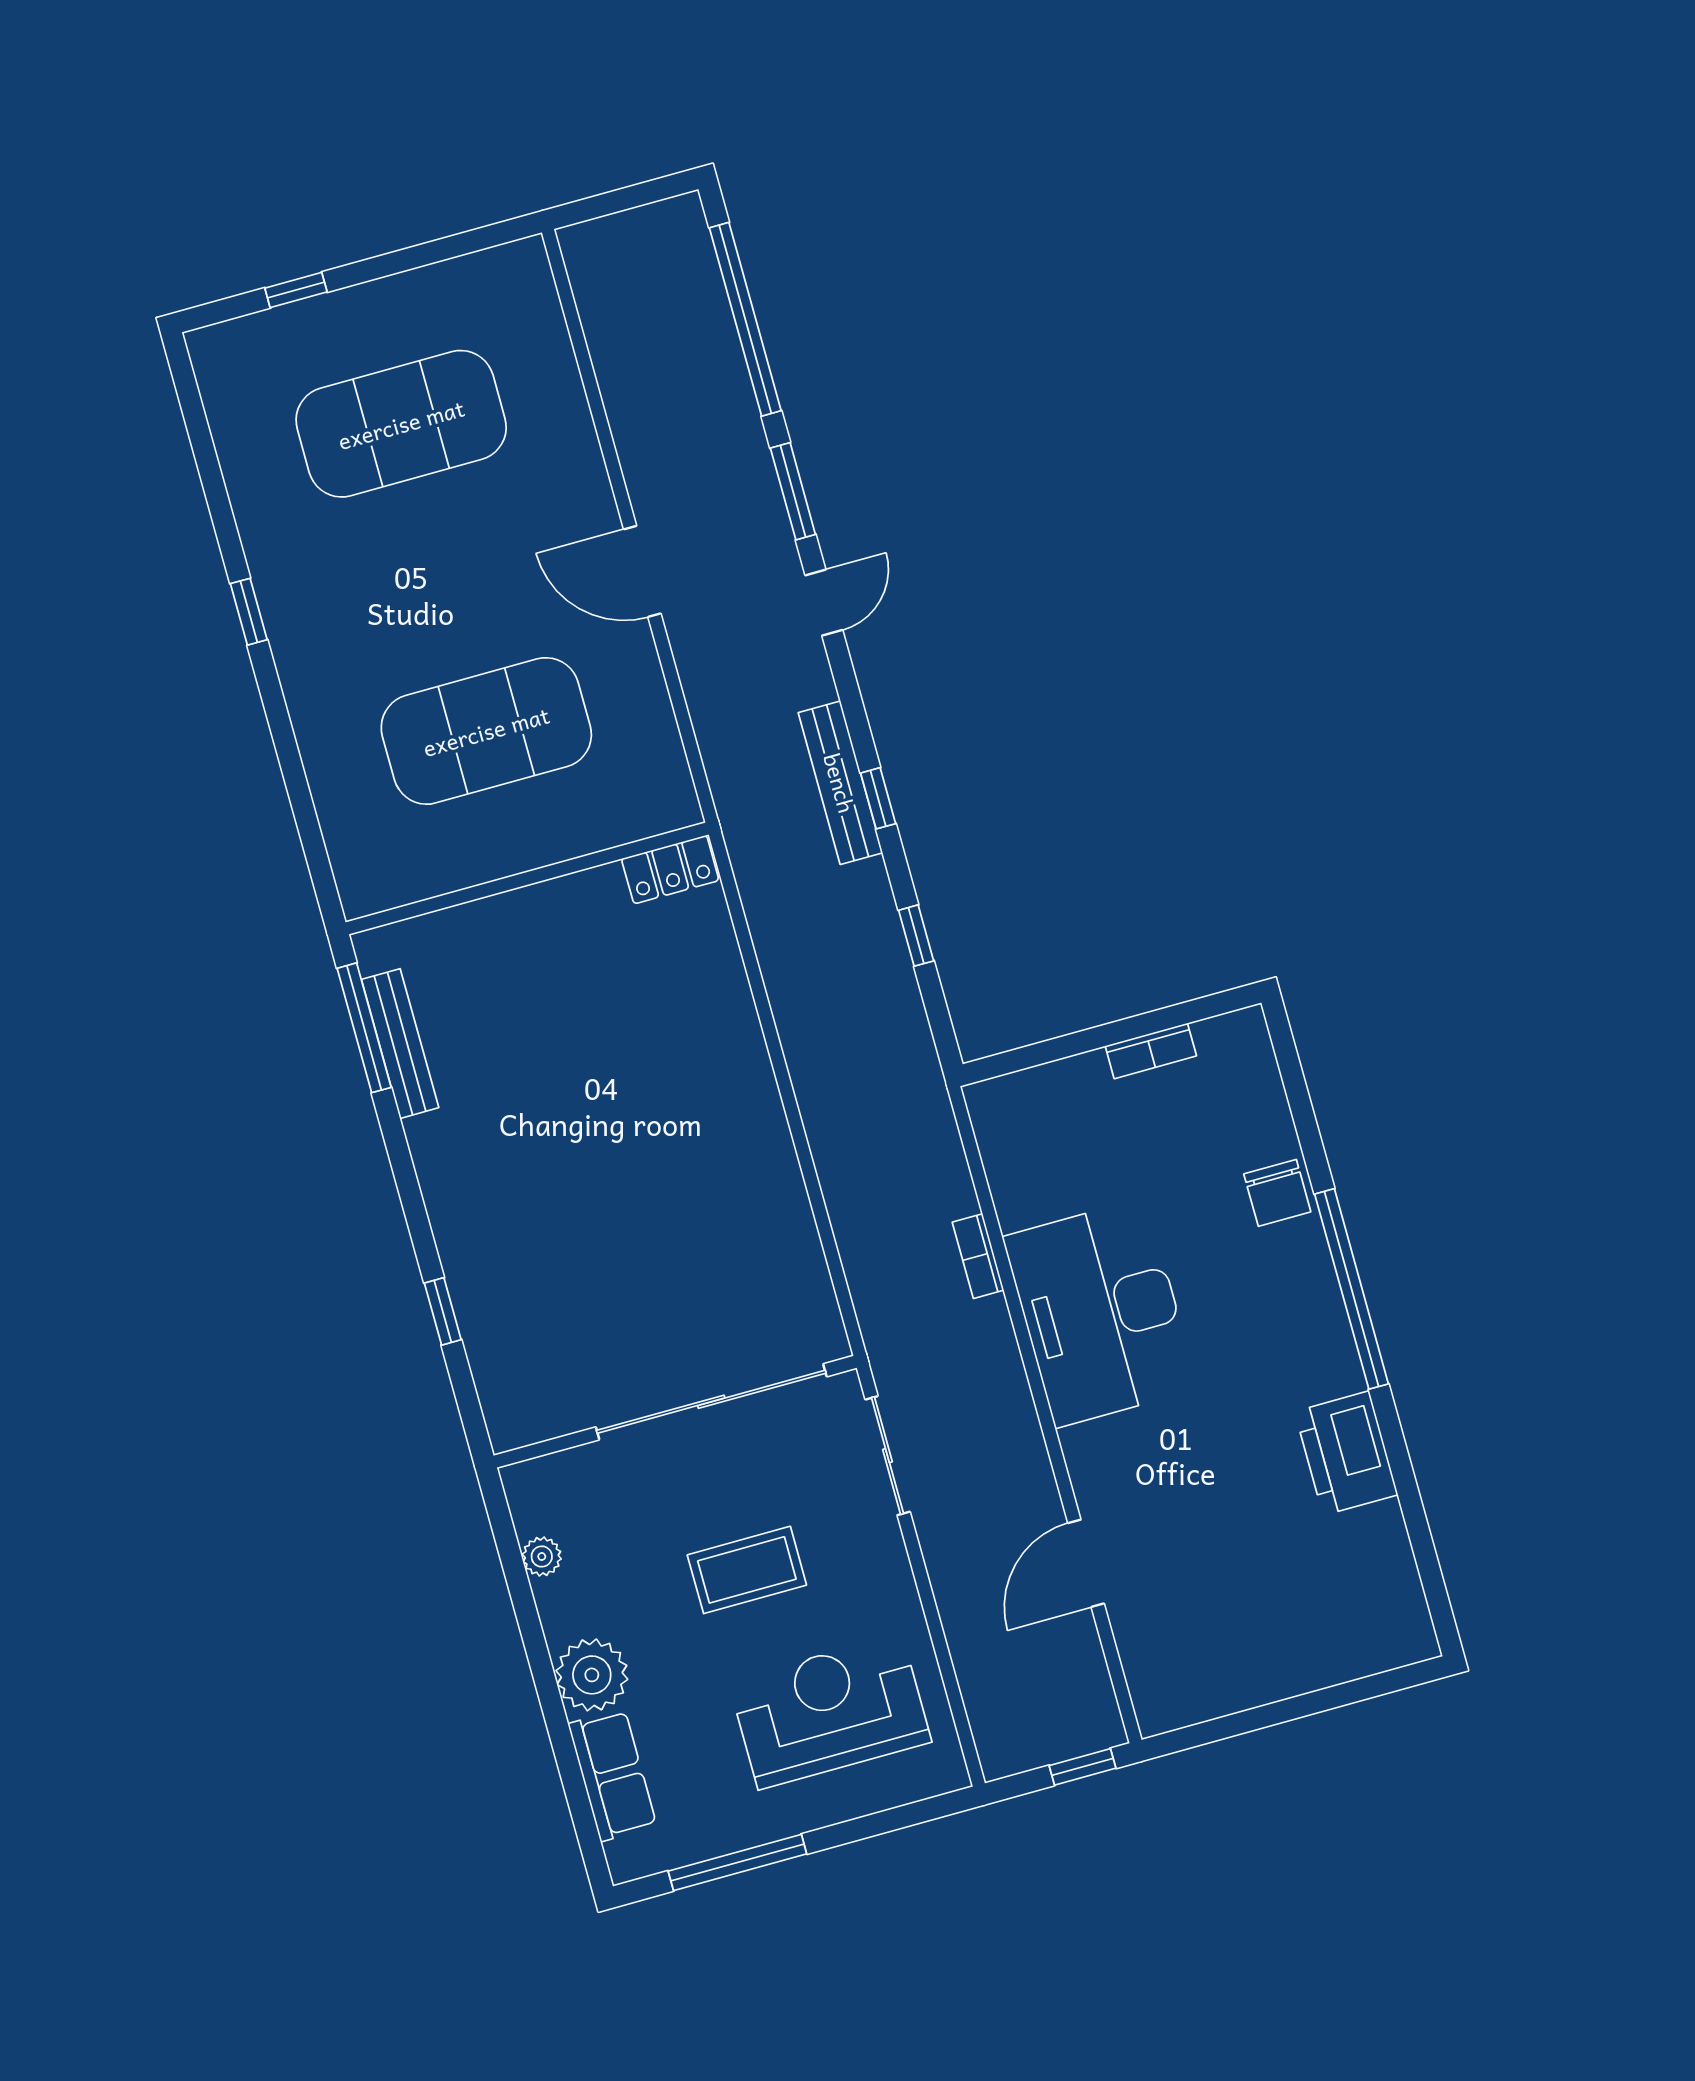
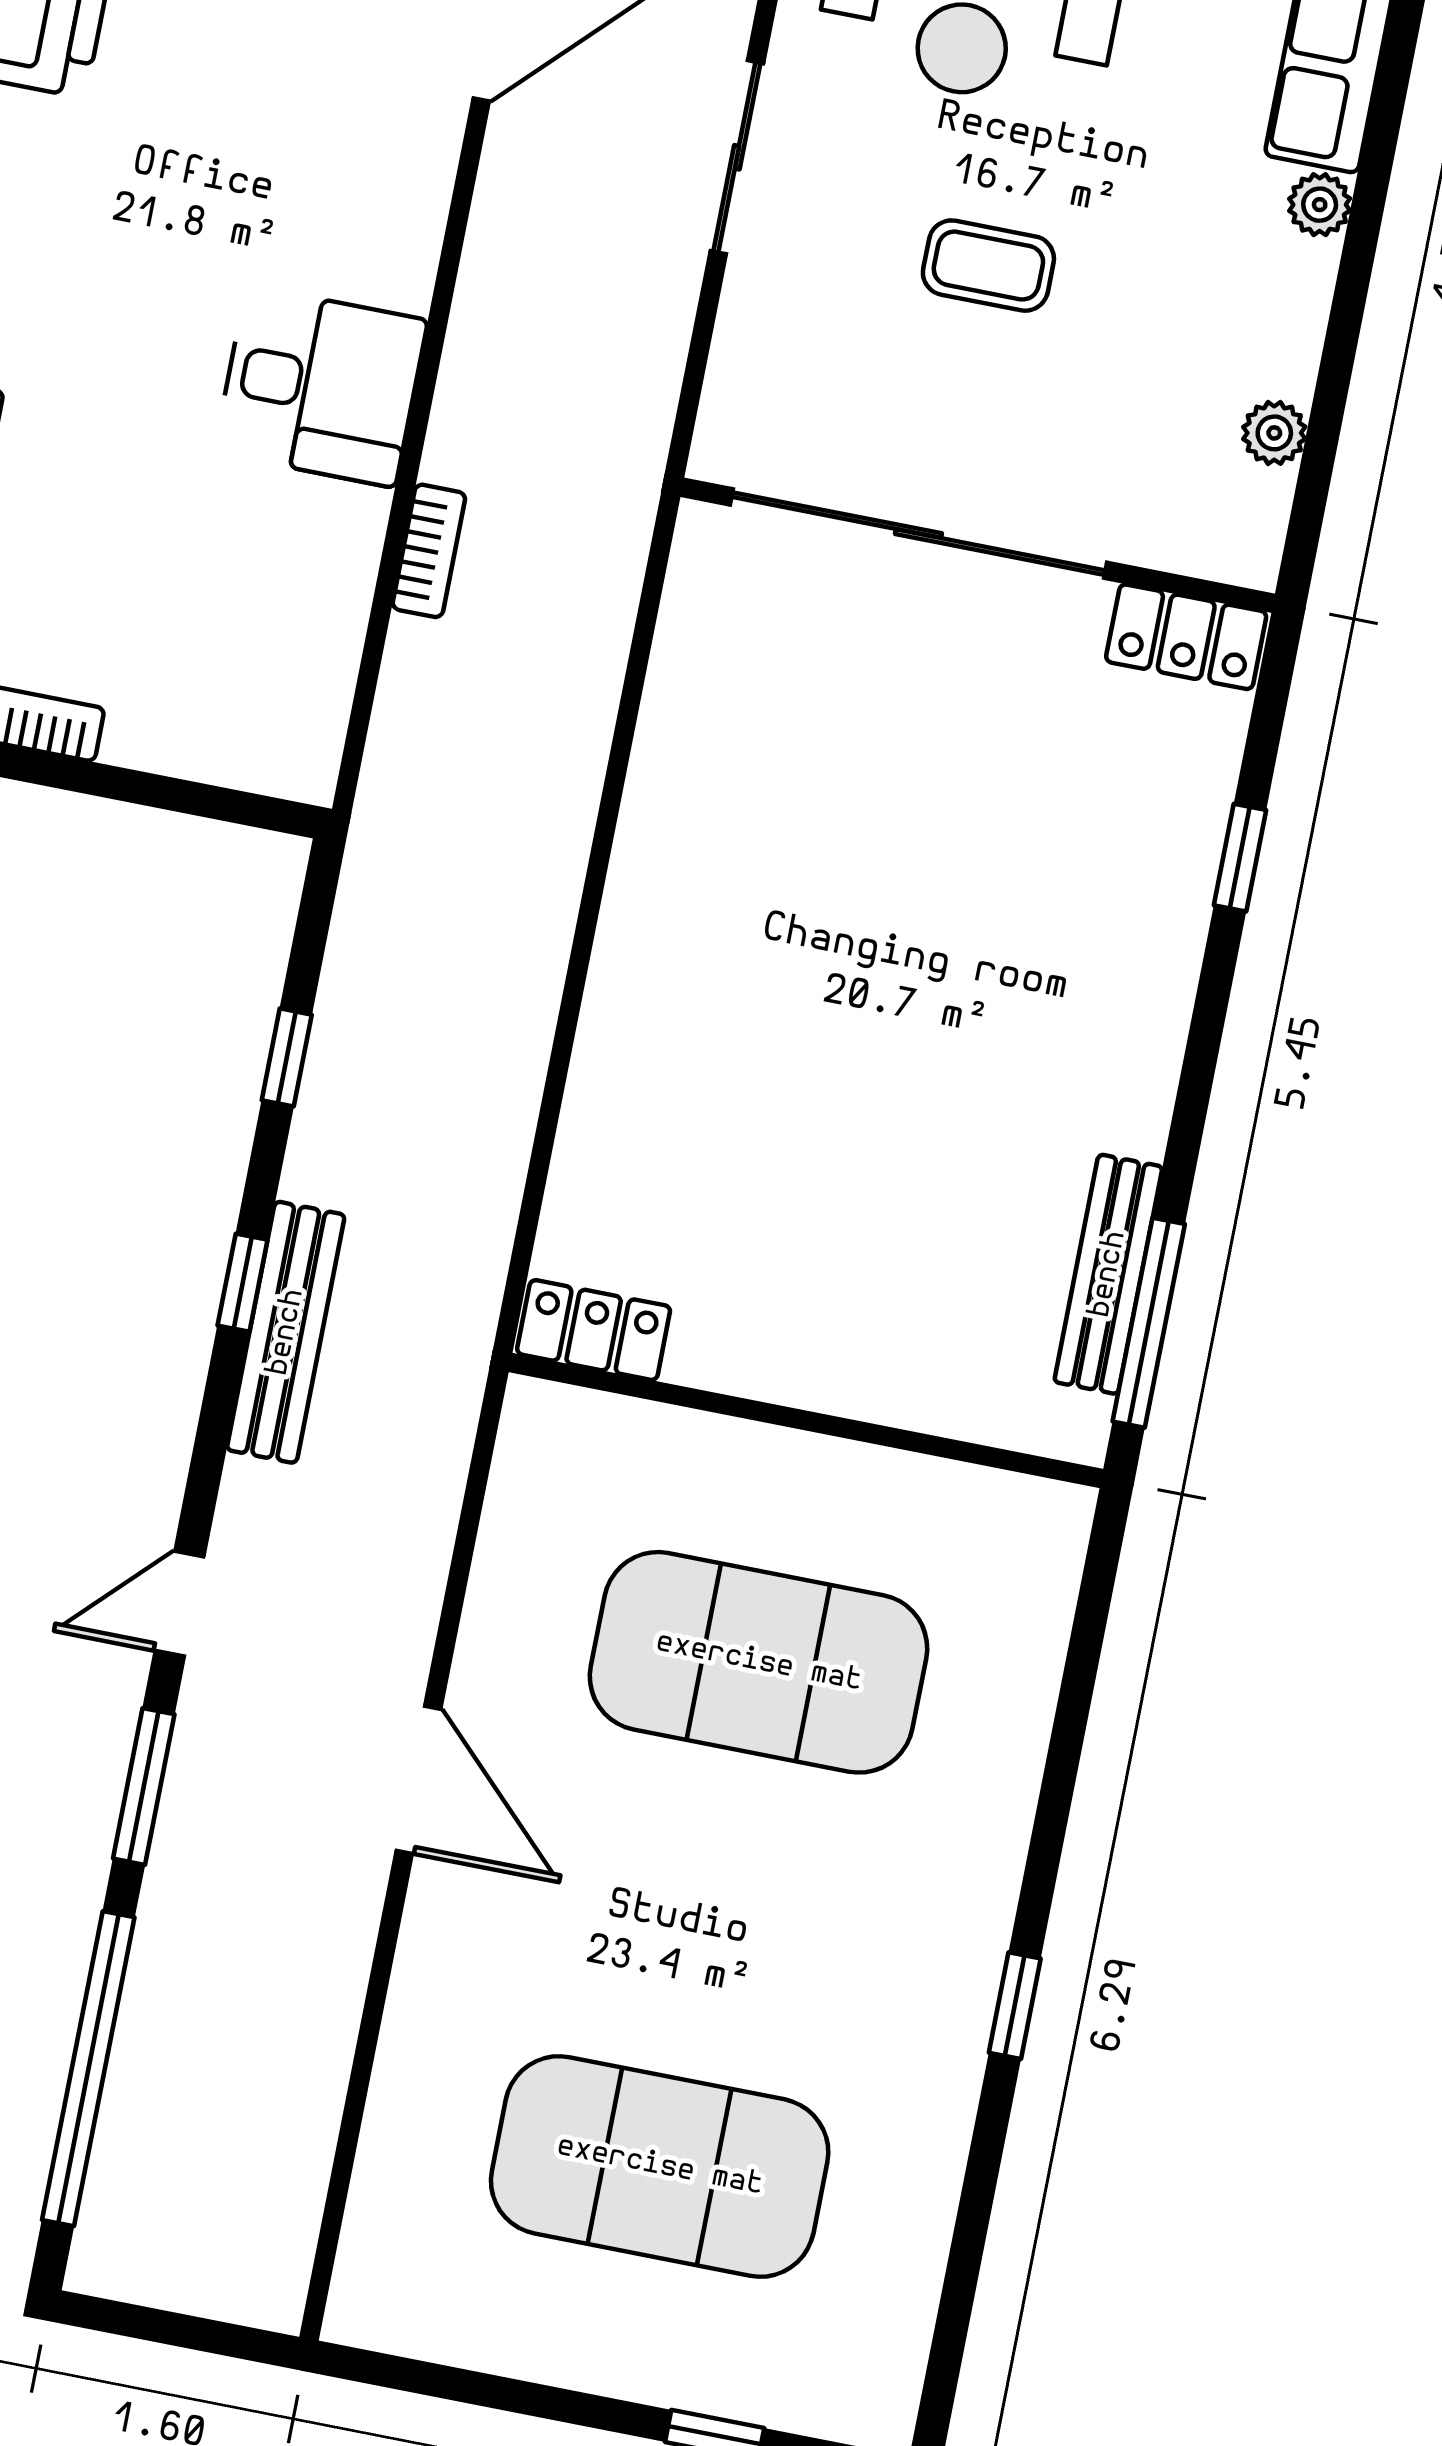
desk: (1100, 1313) -> (321, 386), width x0.53, depth x0.77
locker: (534, 1419) -> (1186, 637), added
sliding door: (888, 1456) -> (737, 157), moved
coffee table: (747, 1570) -> (988, 266), width x0.73, depth x0.77
plant: (592, 1675) -> (1320, 205), width x0.53, depth x0.53

